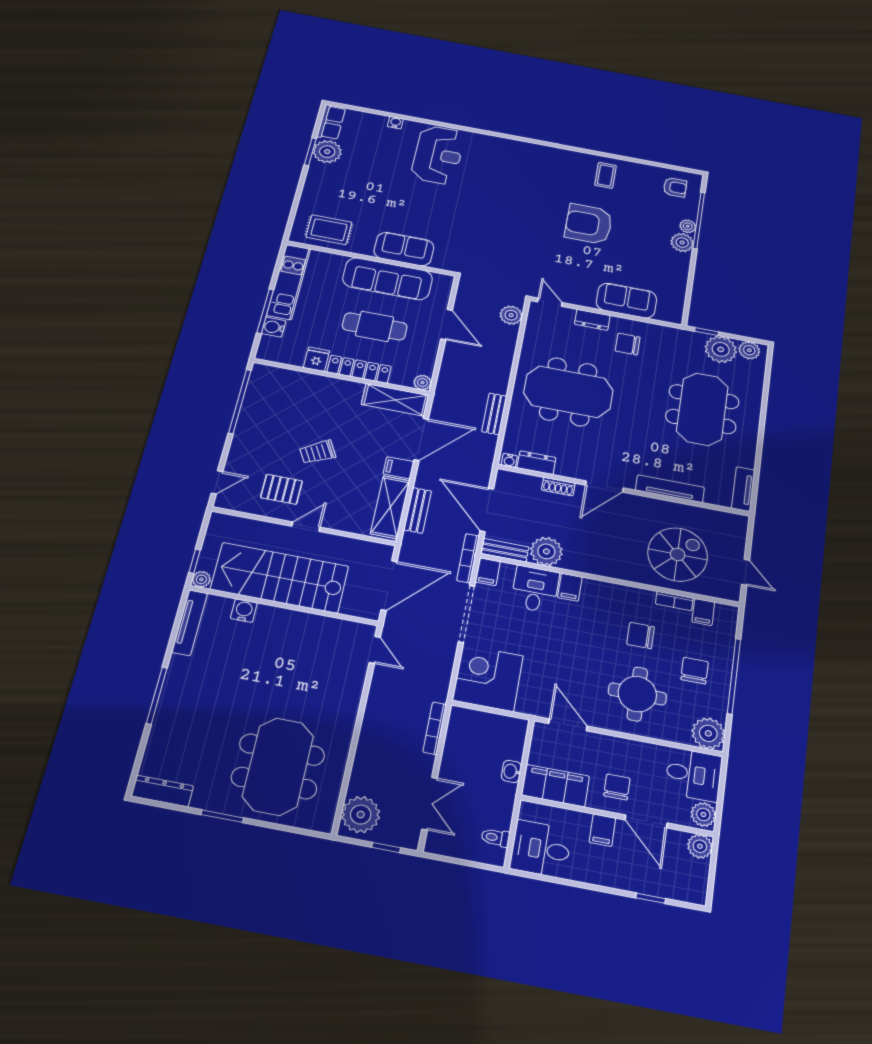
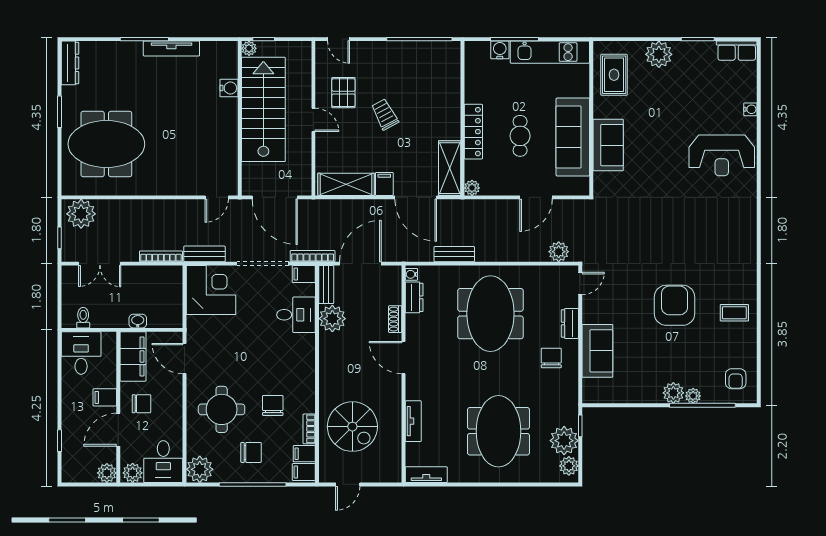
plant: (327, 152) -> (659, 54), moved
cafe table: (375, 326) -> (520, 136), width x0.73, depth x0.74
fridge: (316, 359) -> (475, 93), removed
meeting table: (702, 409) -> (498, 431), turned 90
tv unit: (670, 489) -> (413, 421), width x0.71
bench: (418, 510) -> (204, 254), moved
filing cabinet: (570, 587) -> (304, 472), moved
tv unit: (190, 623) -> (171, 49), moved
door: (568, 725) -> (185, 359), swing flipped

